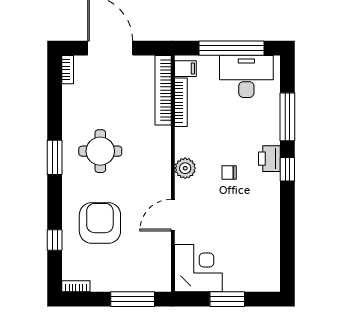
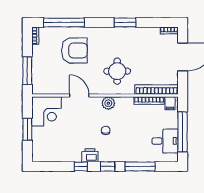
desk: (246, 76) -> (165, 141), width x0.73
round table: (100, 151) -> (117, 71), moved
window: (55, 157) -> (125, 22), moved
printer: (269, 159) -> (90, 155), moved
window: (287, 213) -> (81, 166), added
window: (55, 240) -> (64, 22), width x3.17

